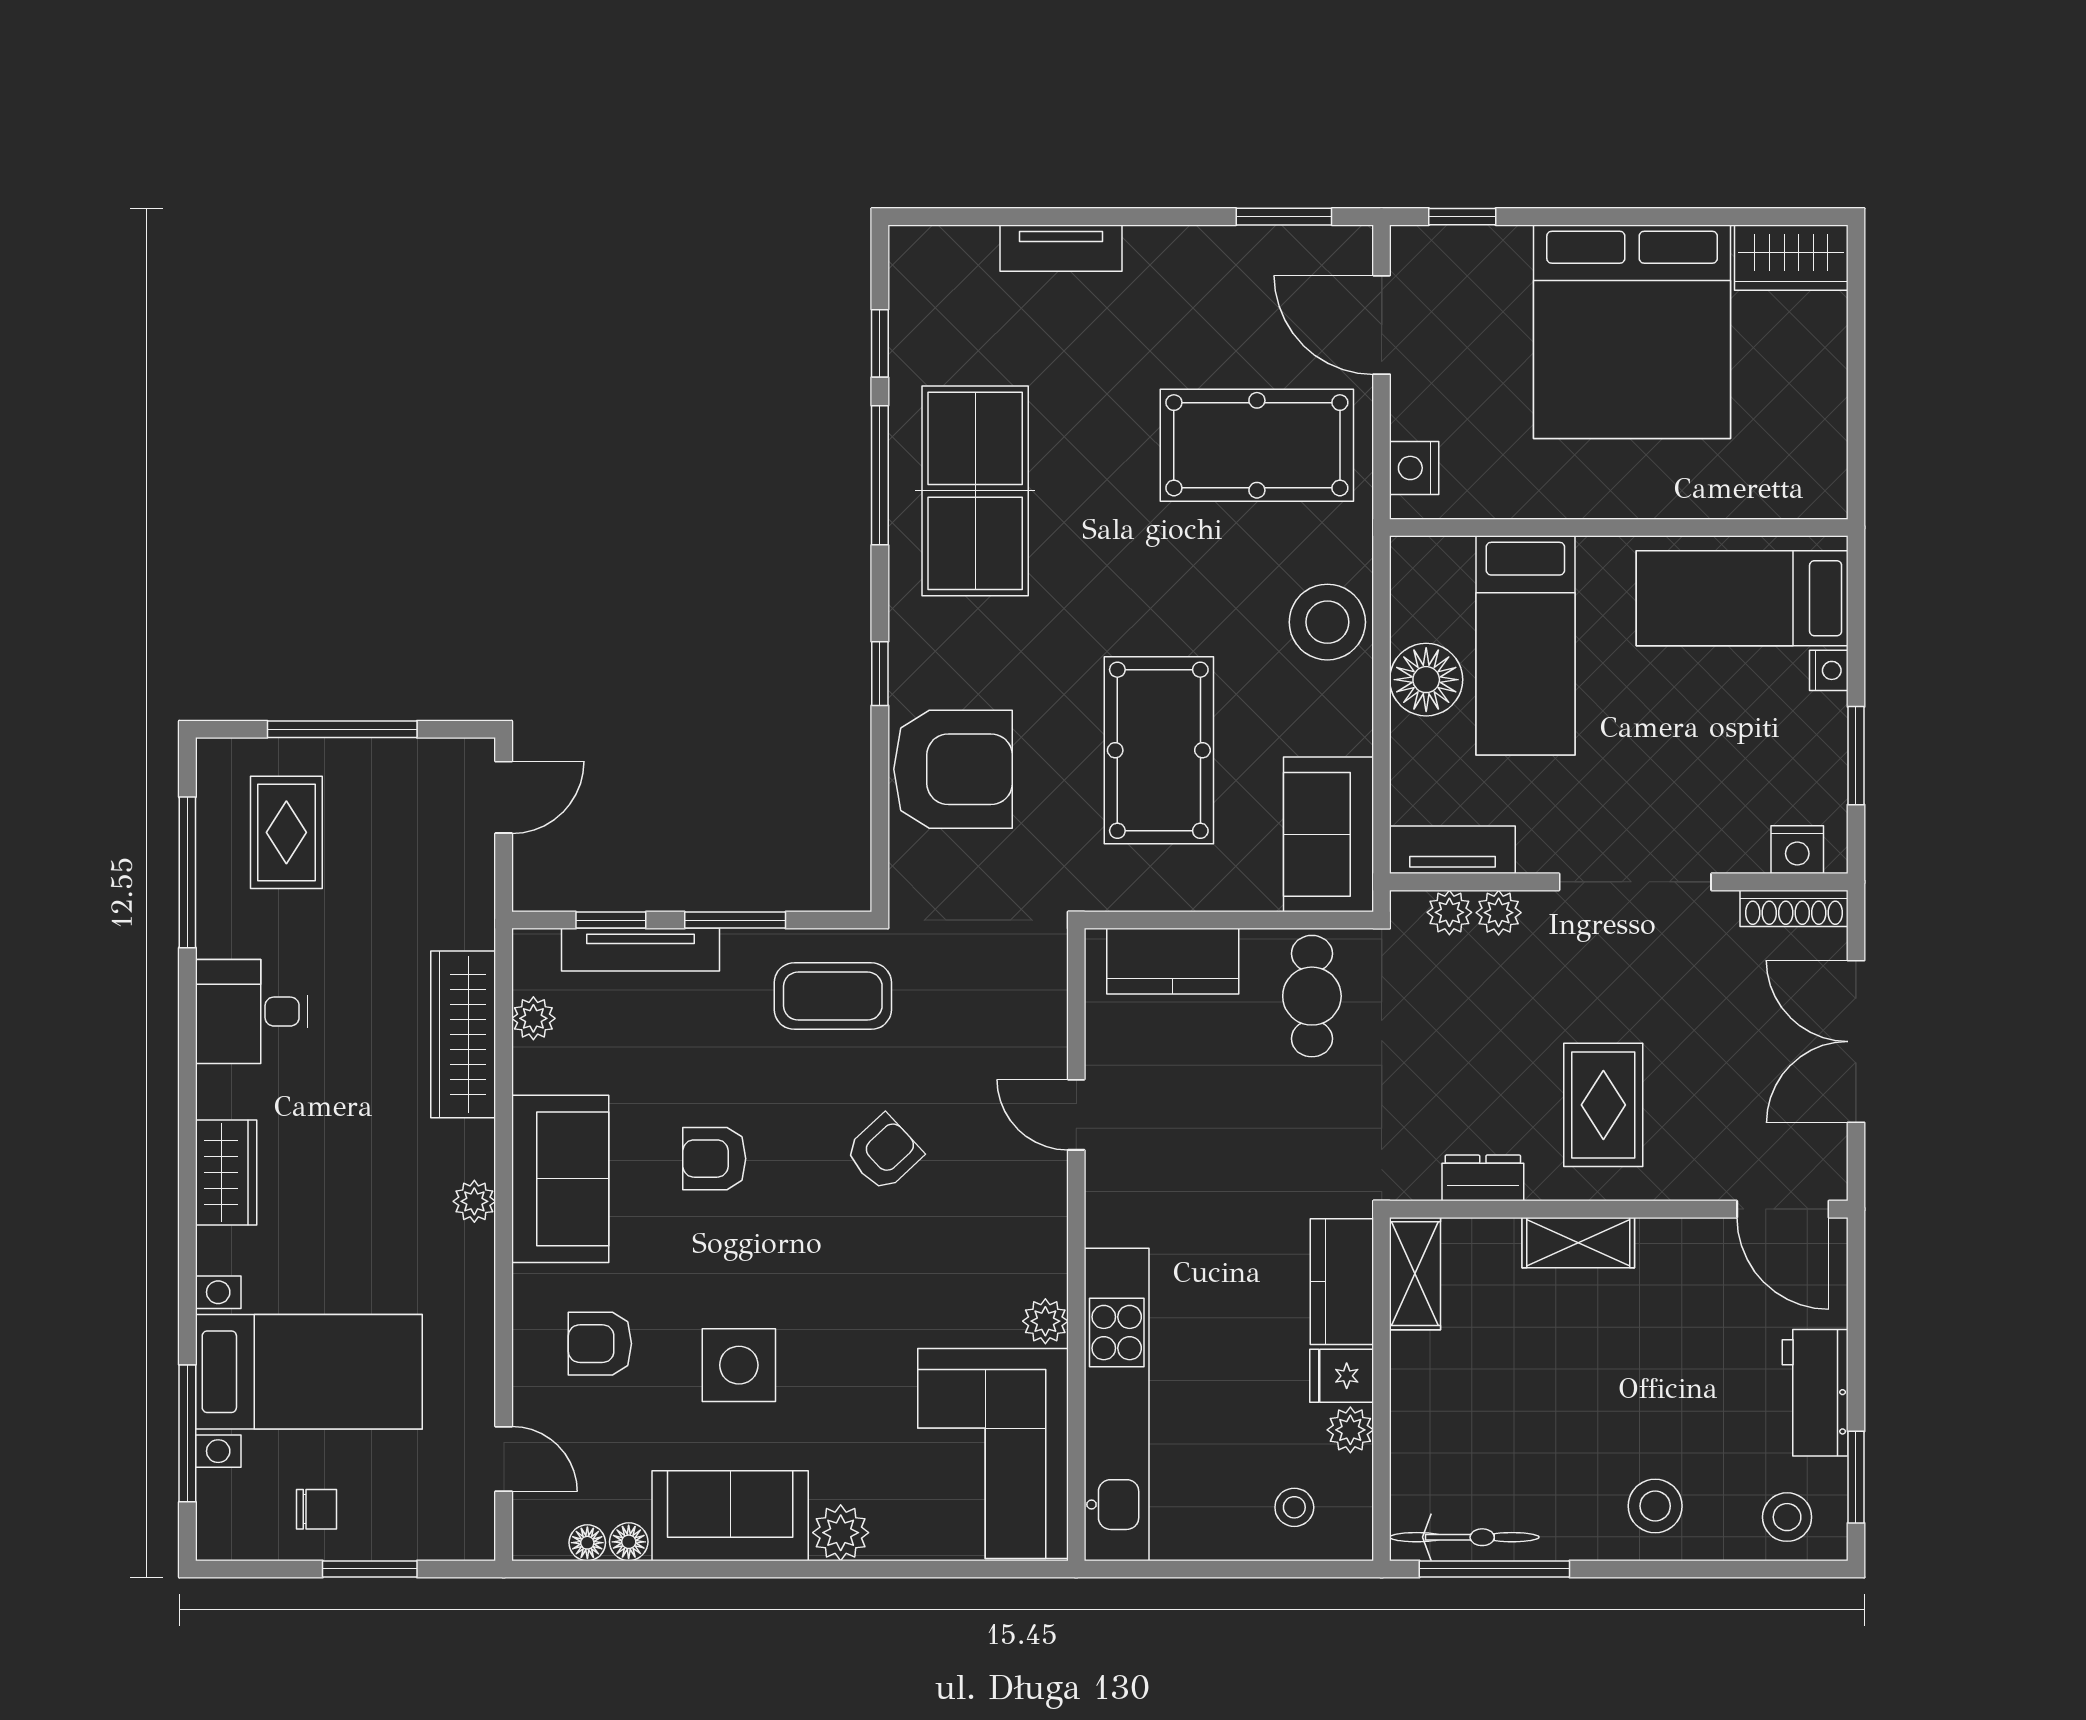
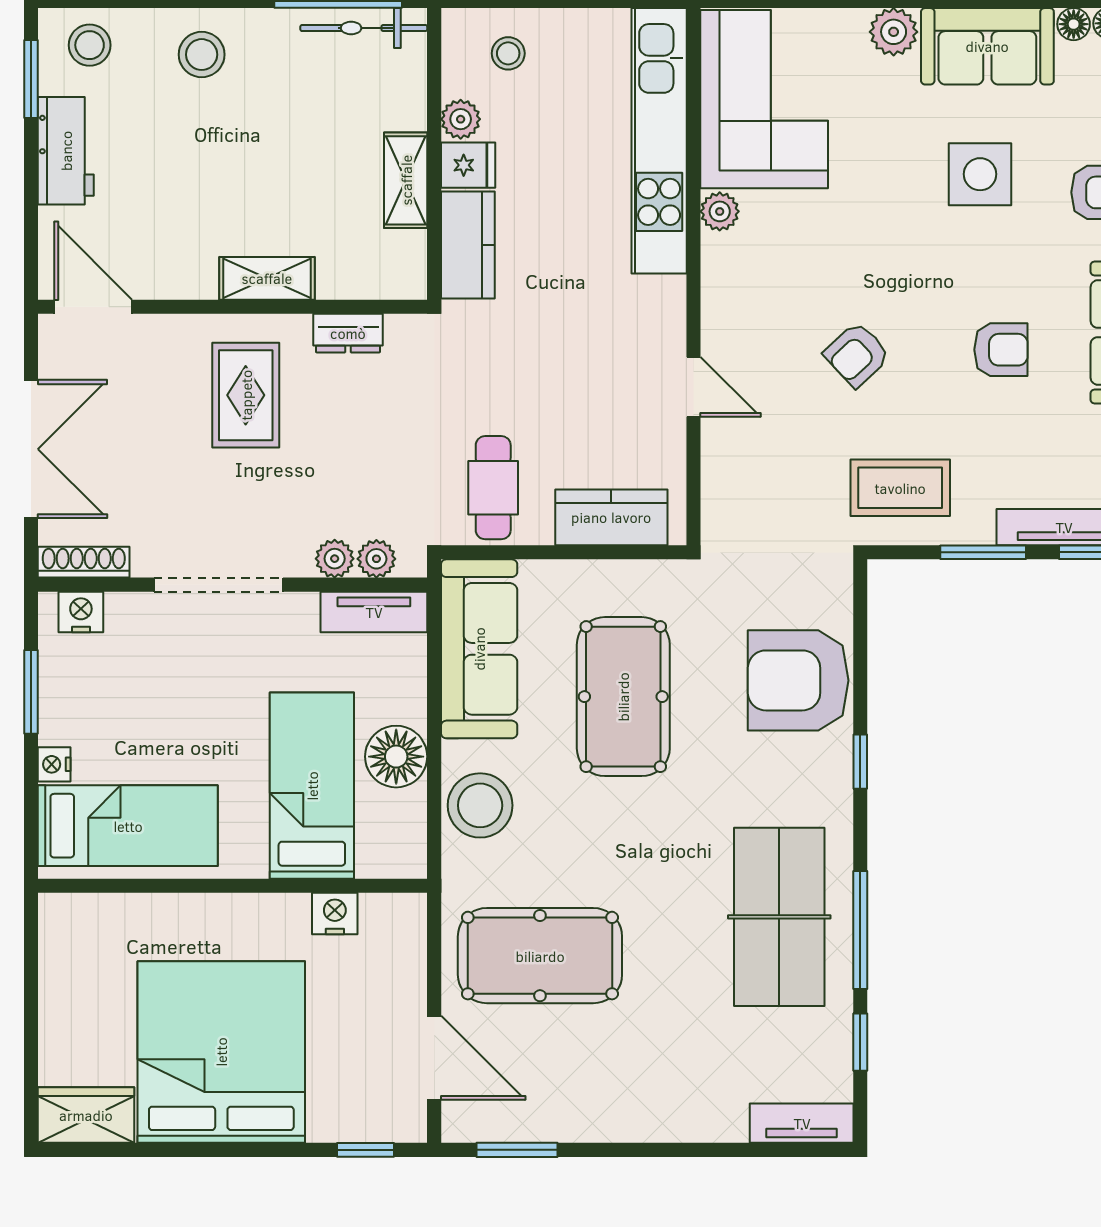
tv unit: (1061, 248) -> (802, 1123), moved
nightstand: (1414, 468) -> (335, 914), moved, turned -90
sofa: (1329, 834) -> (479, 649), width x1.36
shelving: (1415, 1274) -> (406, 180), moved

